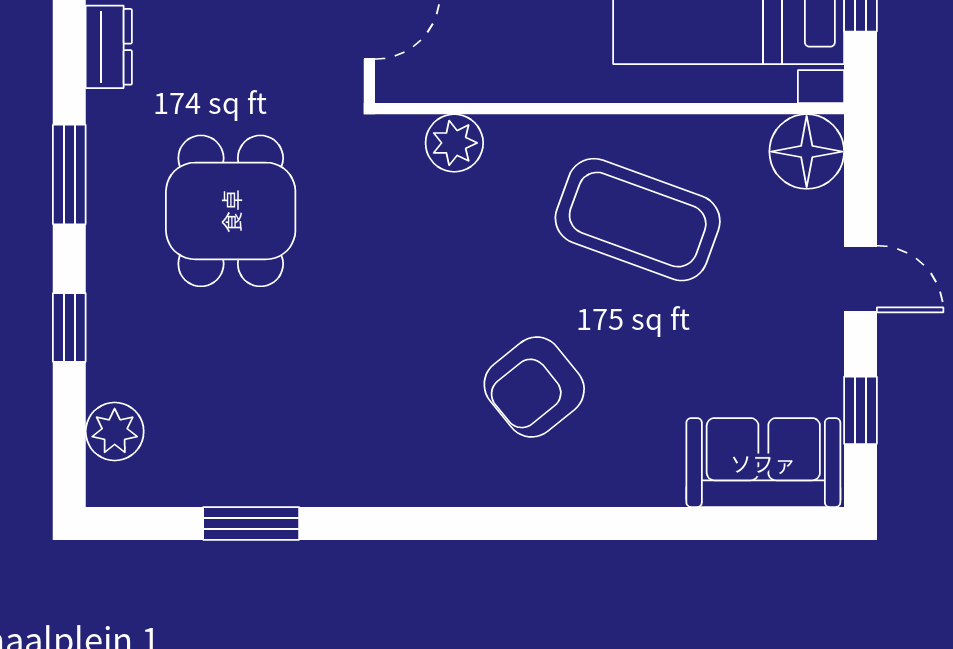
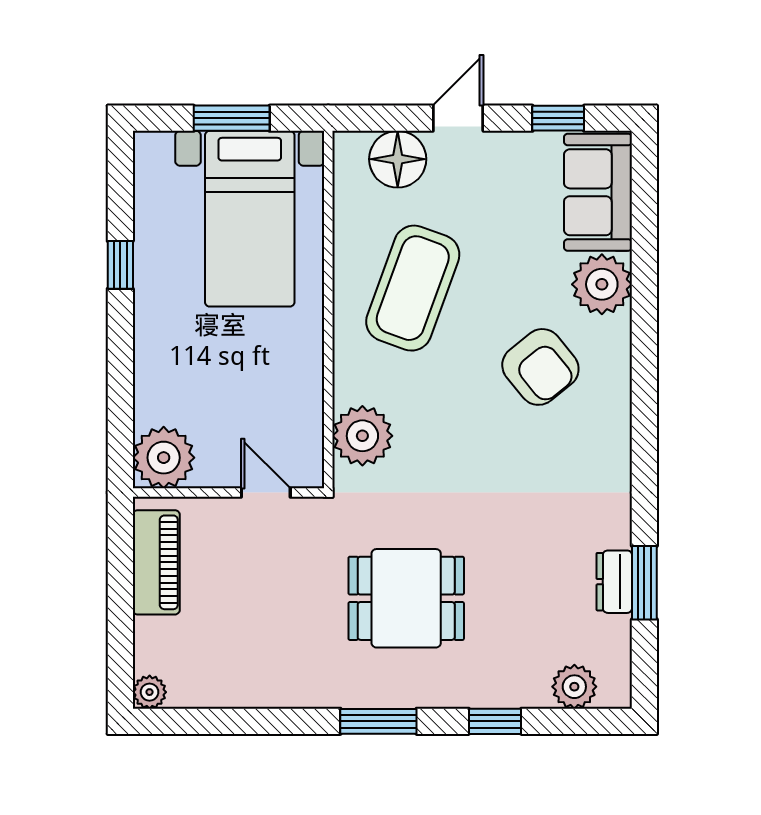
dresser: (109, 47) -> (614, 582), moved, turned -90
plant: (454, 143) -> (362, 436), width x1.36, depth x1.36
floor lamp: (807, 152) -> (398, 159), moved
plant: (643, 468) -> (602, 284), added

